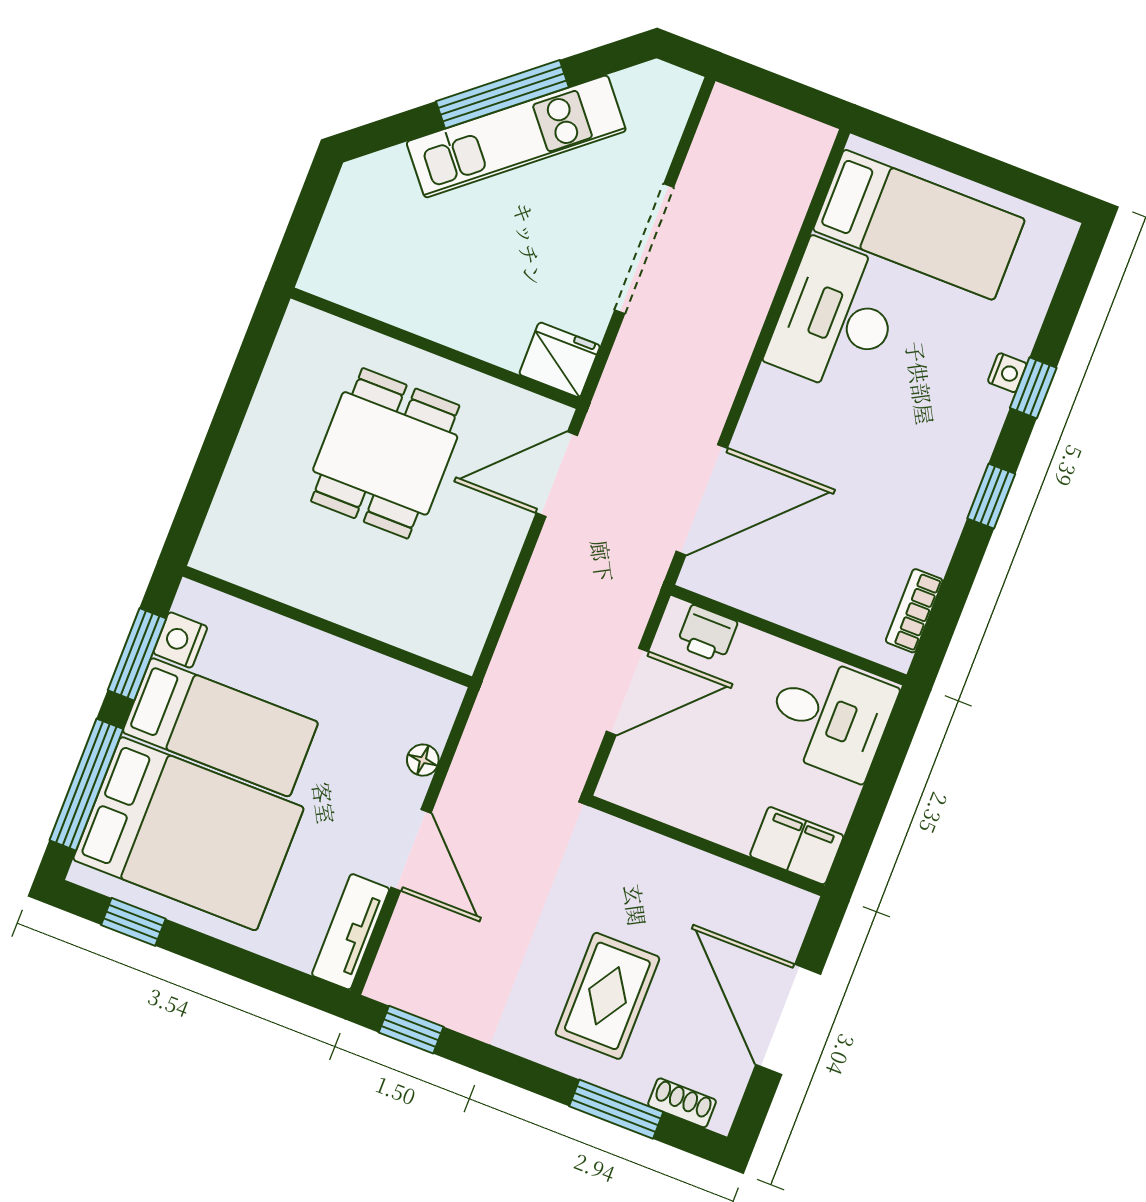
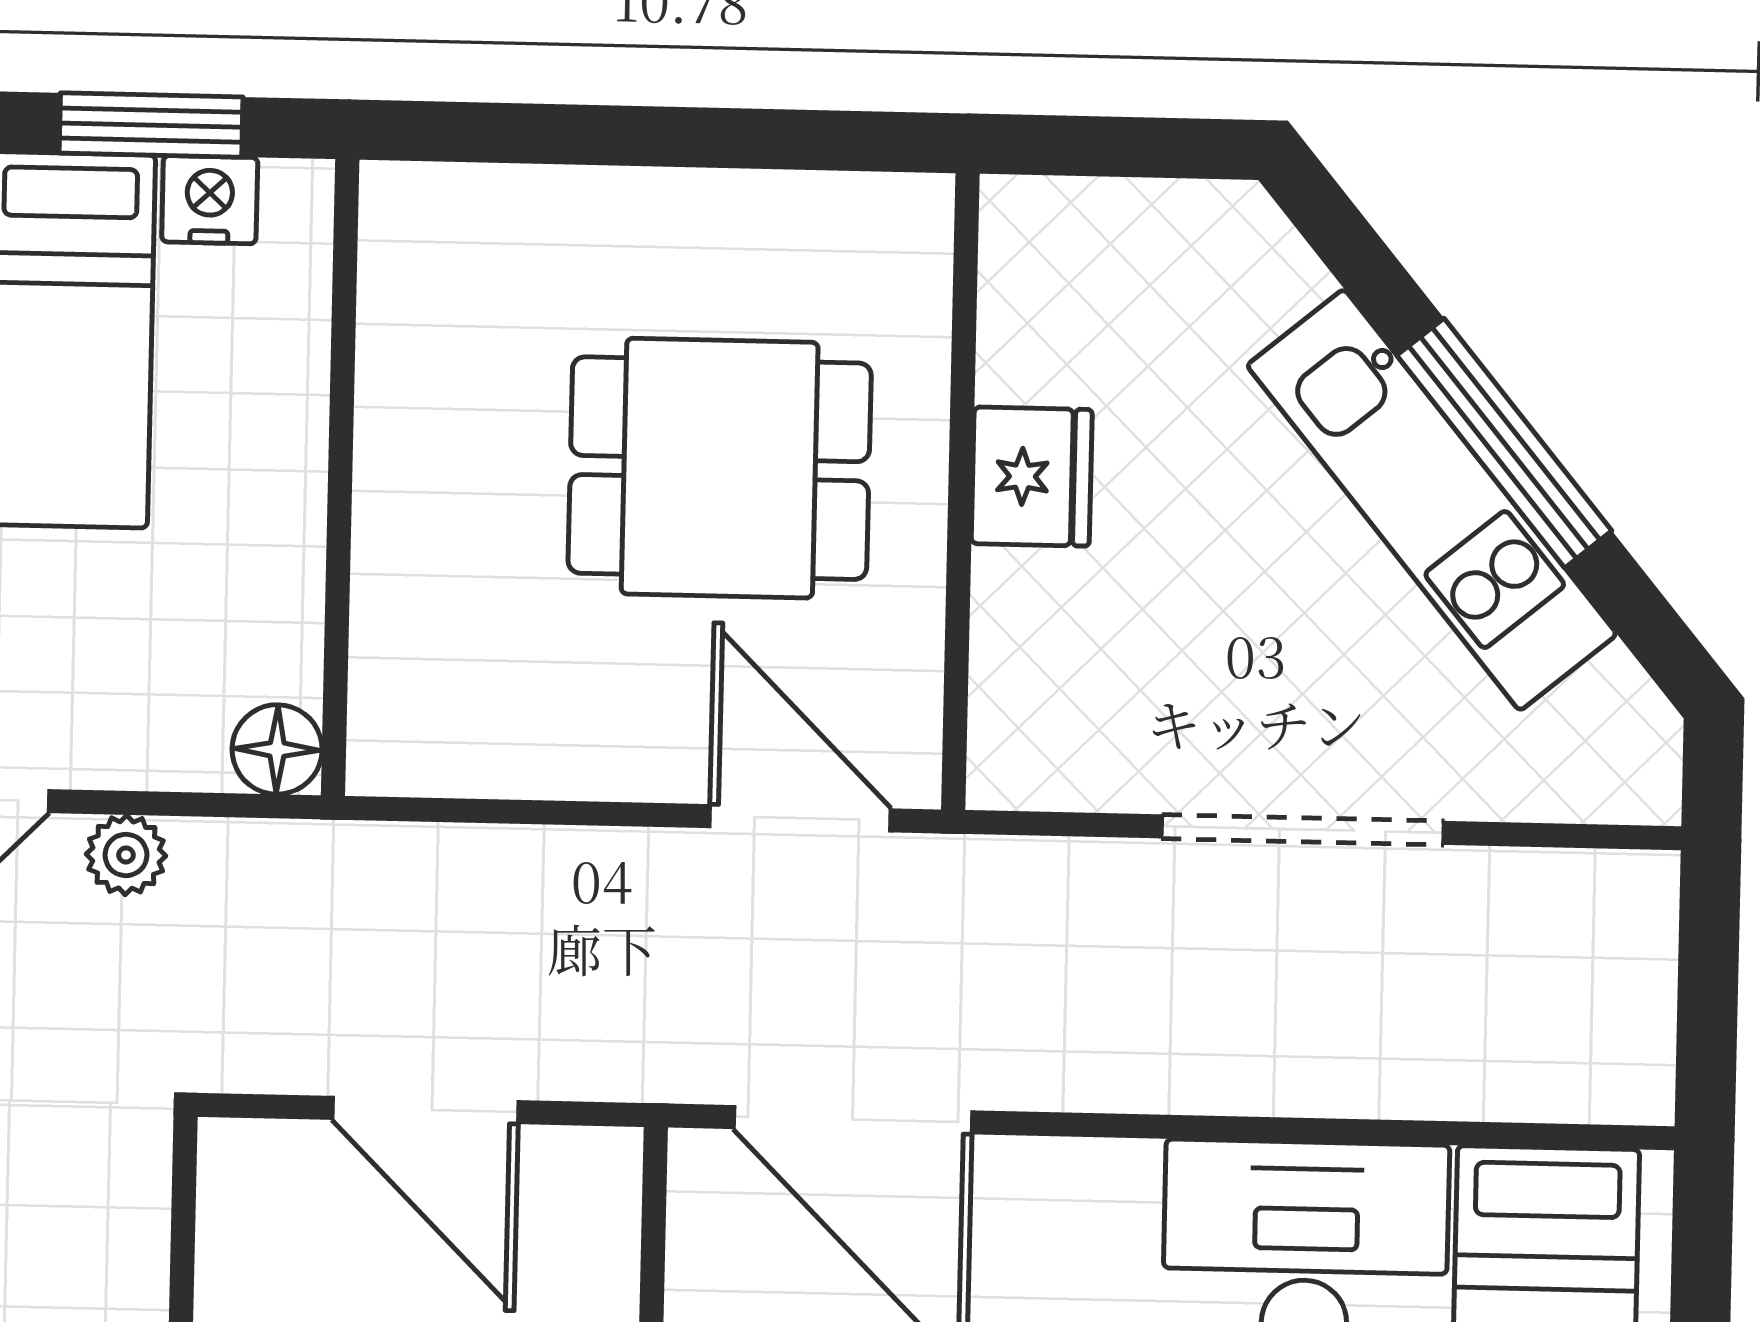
fridge: (560, 360) -> (1032, 477), moved
printer: (707, 634) -> (594, 1225), removed
floor lamp: (423, 760) -> (277, 749), moved, width x1.37, depth x1.37
plant: (463, 785) -> (126, 855), added

